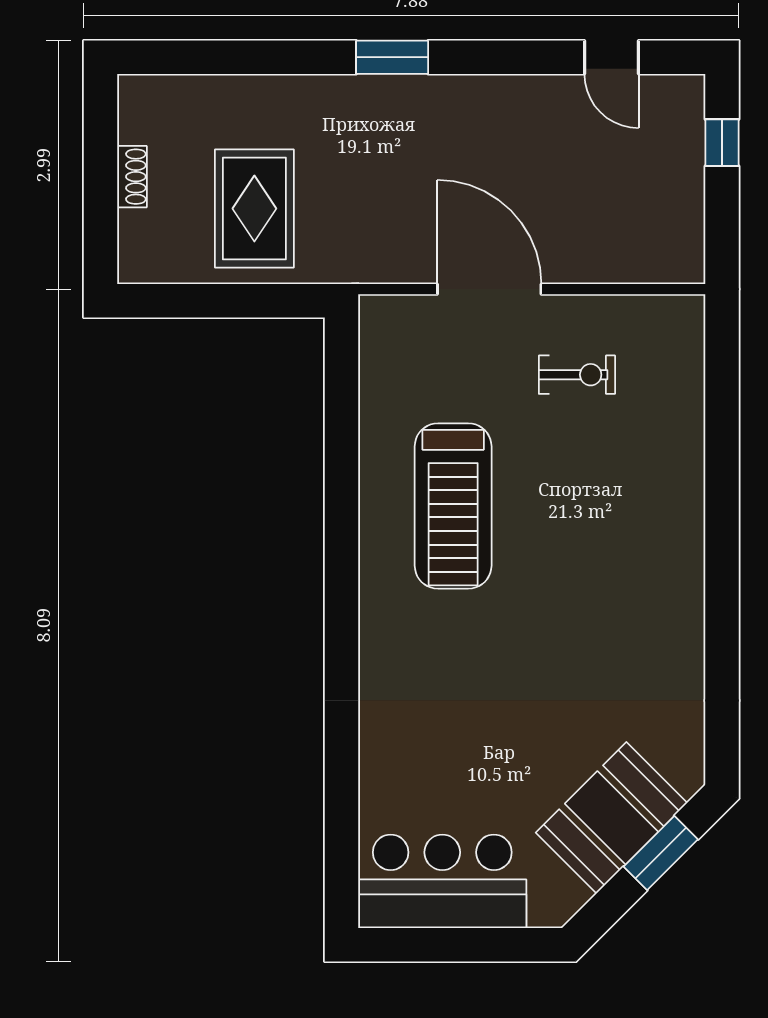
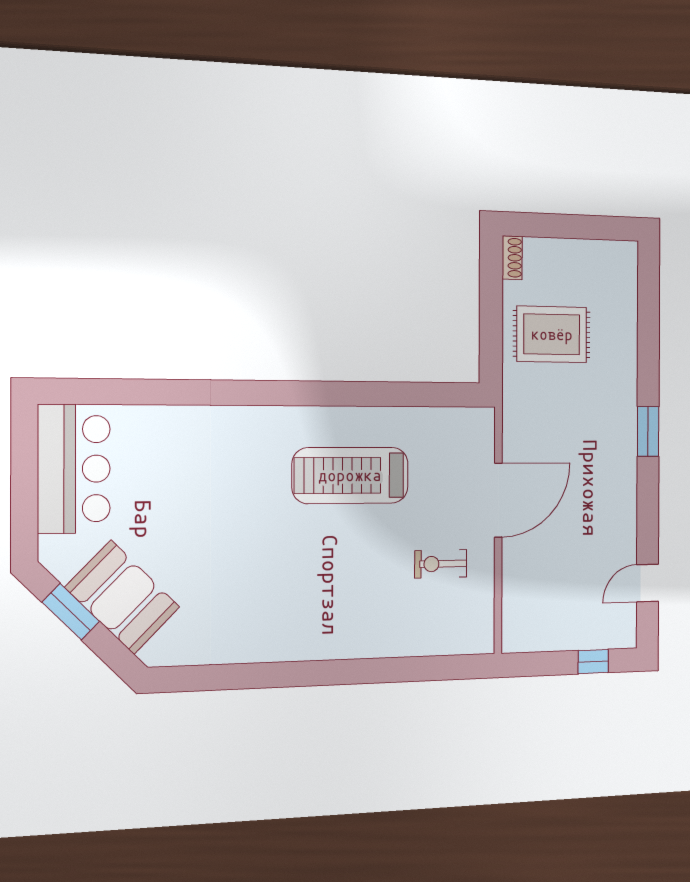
shoe rack: (132, 177) -> (512, 258), moved, turned -90
exercise bike: (577, 375) -> (441, 564), turned 90
window: (661, 853) -> (71, 612), moved

